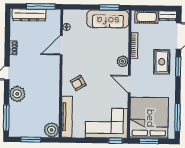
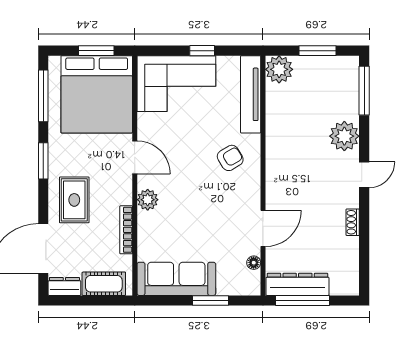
window: (109, 7) -> (210, 300), moved
dresser: (29, 15) -> (297, 284), moved
window: (178, 67) -> (43, 161), moved
window: (115, 141) -> (202, 51), moved

